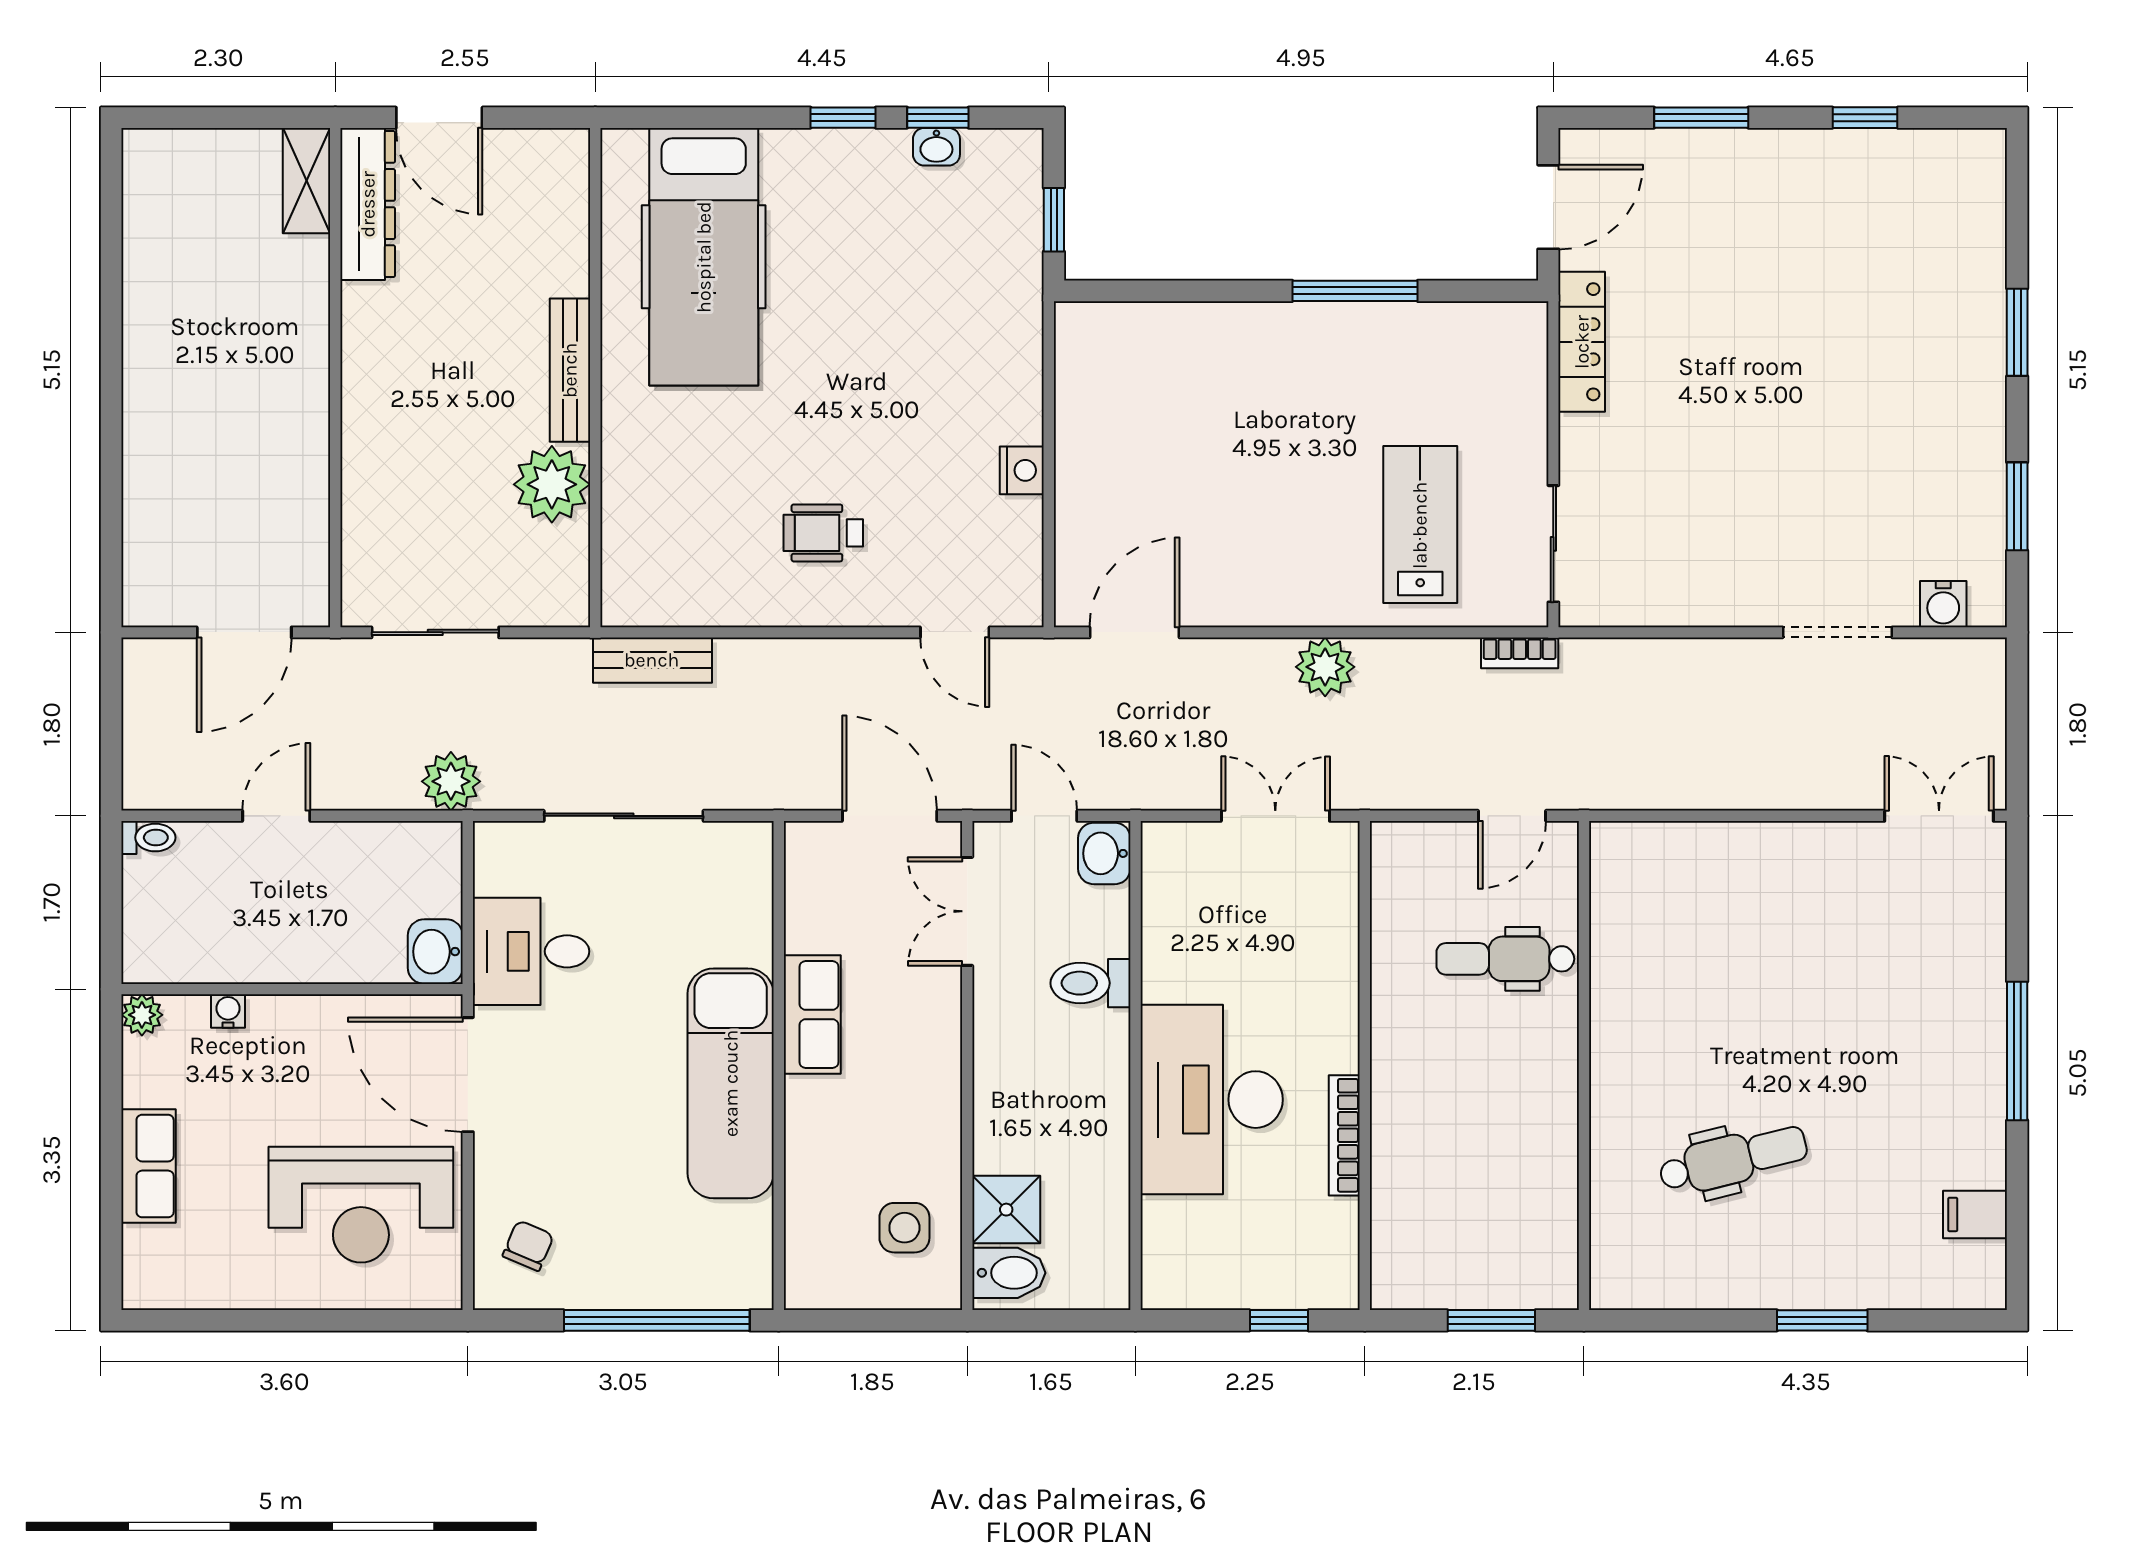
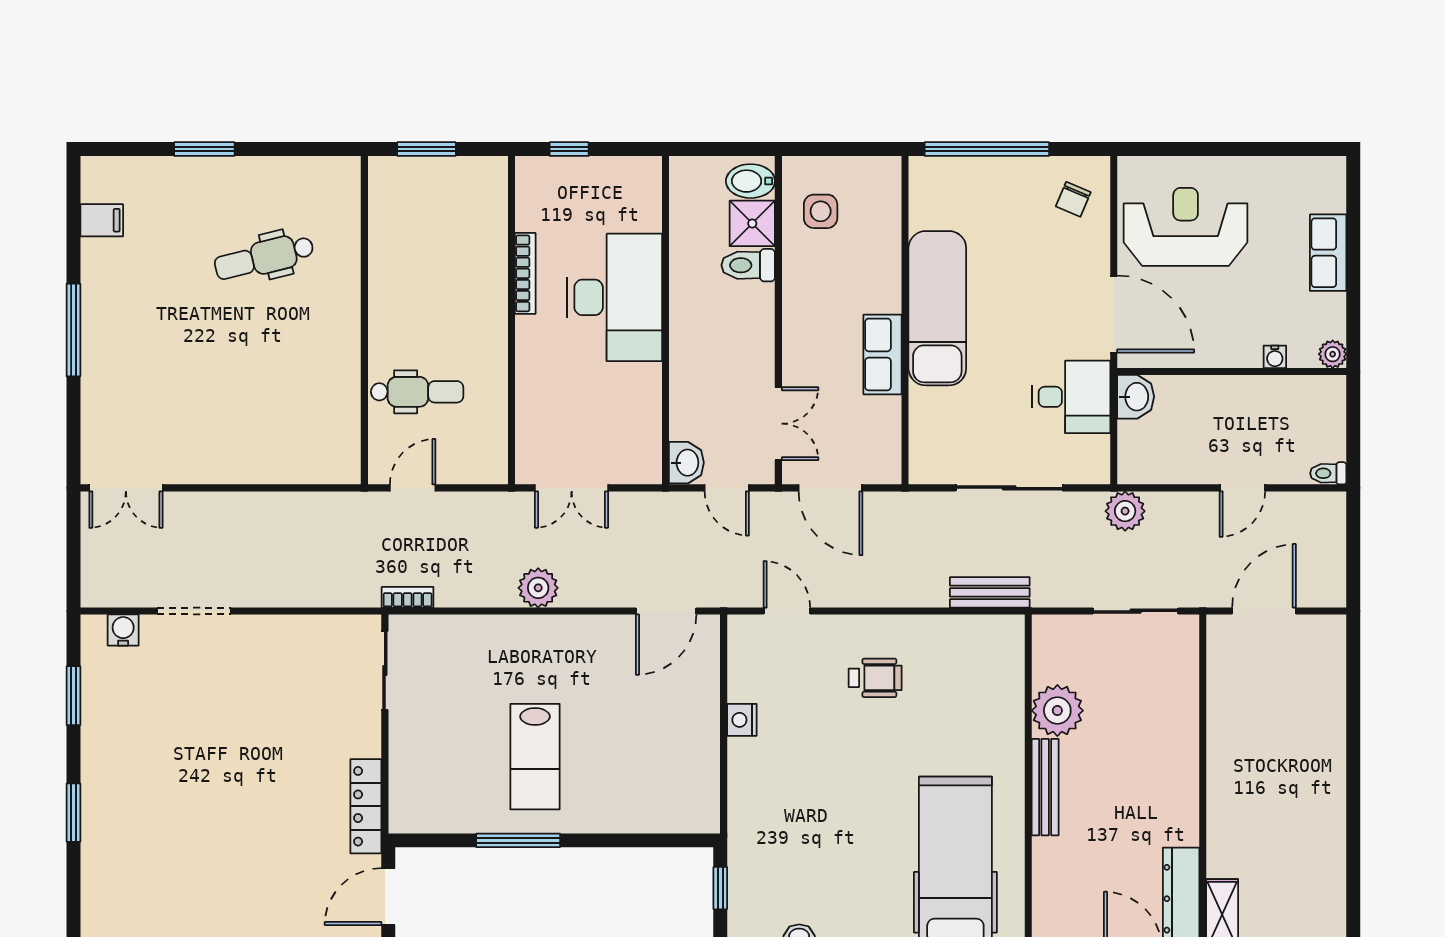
lab bench: (1420, 525) -> (535, 757), moved
toilet: (1090, 983) -> (748, 265), moved, turned 180

